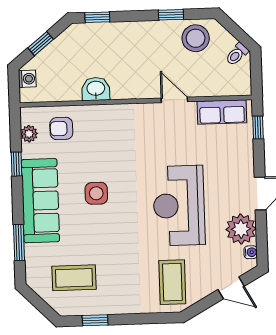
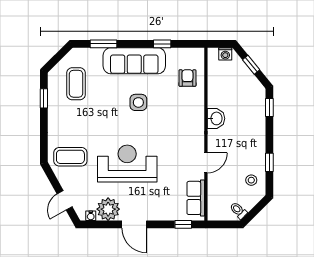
stool: (196, 38) -> (251, 180), width x0.53, depth x0.53
washbasin: (96, 89) -> (216, 118), moved
plant: (29, 134) -> (184, 54), removed

